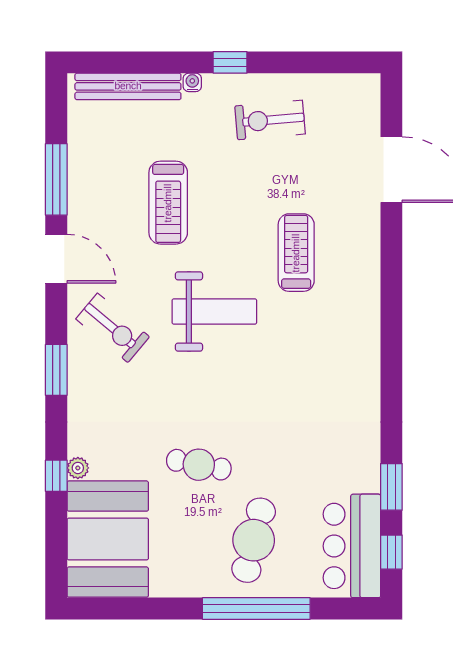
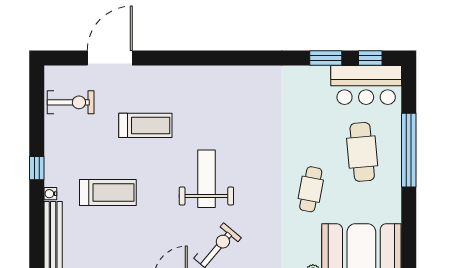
exercise bike: (270, 120) -> (71, 102), moved, turned -85
treadmill: (168, 203) -> (108, 193), moved
treadmill: (296, 253) -> (145, 125), moved, turned 180
cafe table: (254, 540) -> (362, 152), turned 71

